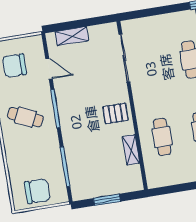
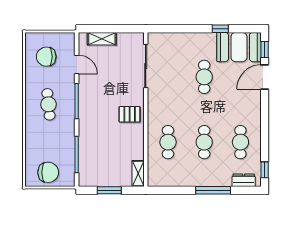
cafe table: (25, 117) -> (48, 104), turned 59
shelving: (131, 150) -> (138, 174), moved

